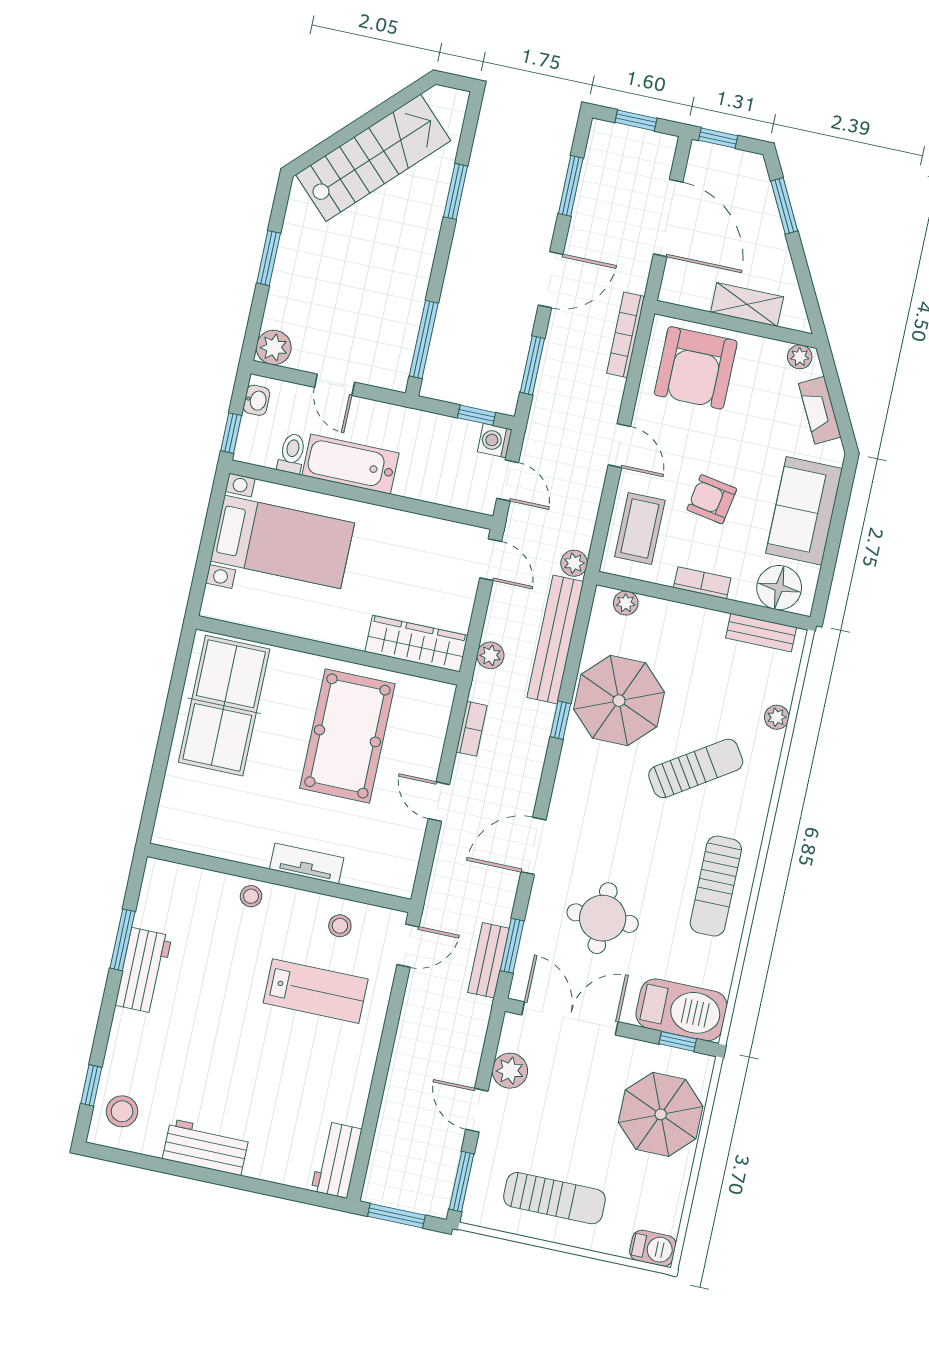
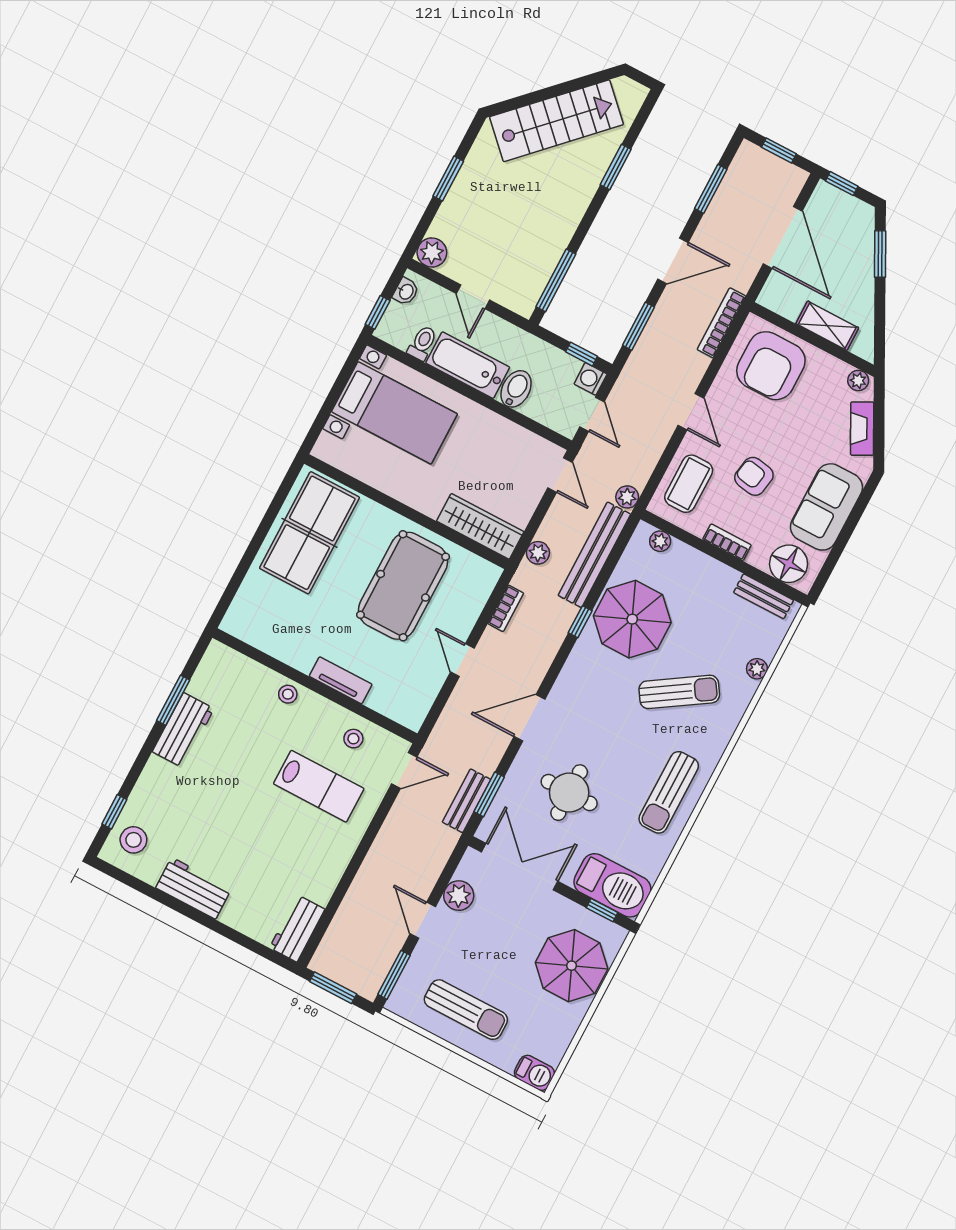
bidet: (413, 476) -> (516, 389), added

